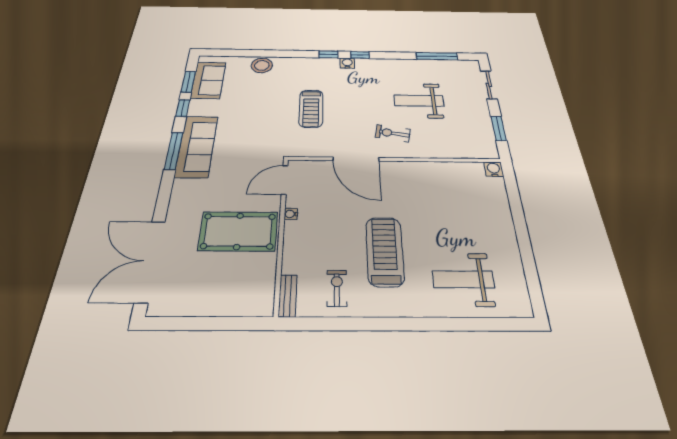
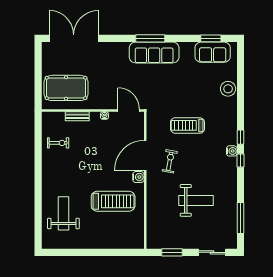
weight bench: (419, 101) -> (196, 200), turned 90
window: (183, 108) -> (186, 38), removed
exercise bike: (393, 133) -> (170, 161), moved
water cooler: (494, 169) -> (138, 177), moved
pool table: (238, 231) -> (66, 88), moved, turned 90
treadmill: (385, 251) -> (113, 201), moved
bench: (288, 296) -> (77, 116), moved

